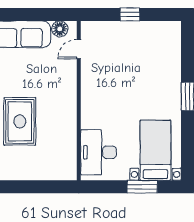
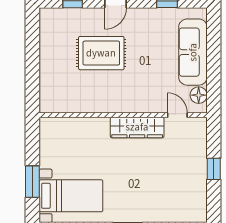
wardrobe: (91, 87) -> (137, 127), added
desk: (98, 152) -> (69, 136), removed

